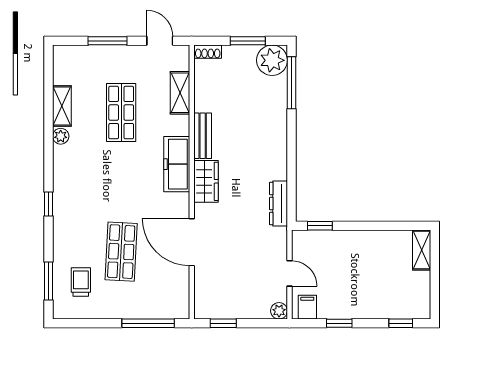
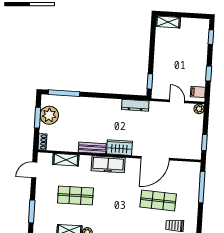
window: (107, 41) -> (32, 211), moved
plant: (272, 60) -> (49, 115), moved
door: (289, 273) -> (177, 101), hinge flipped

